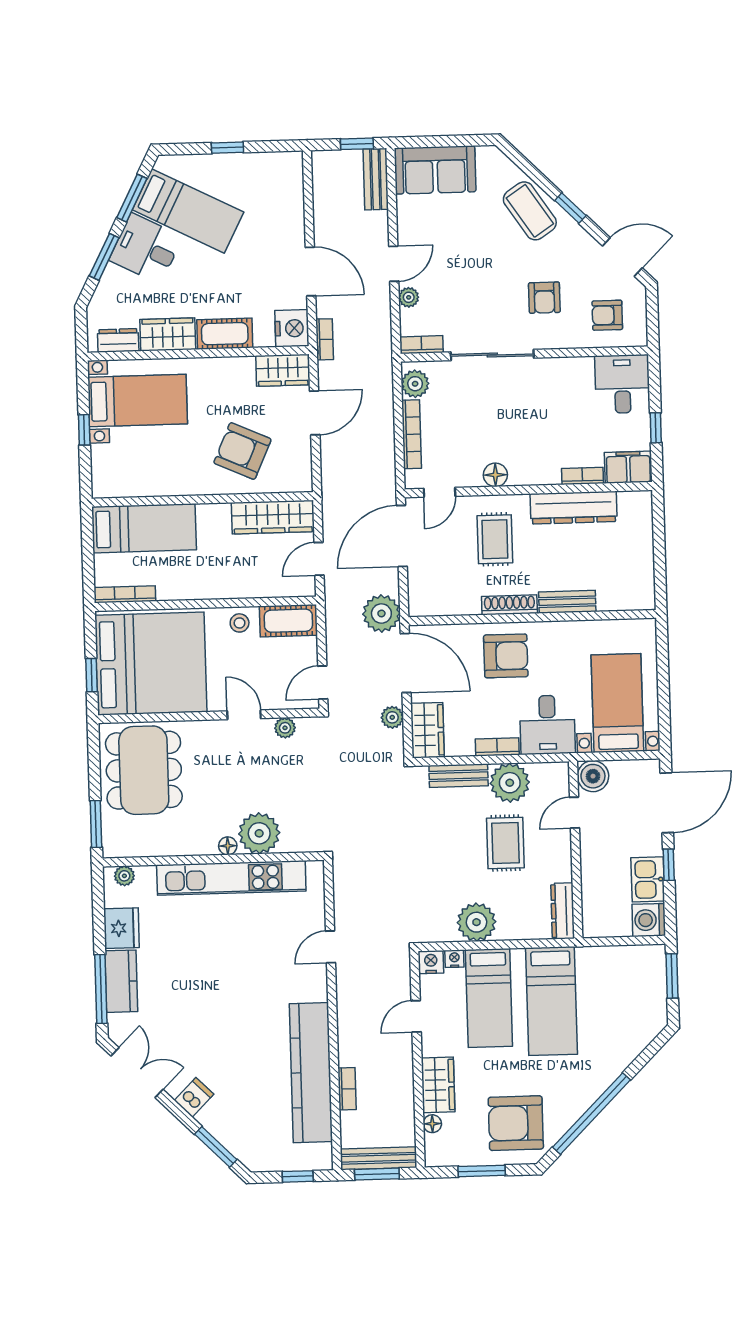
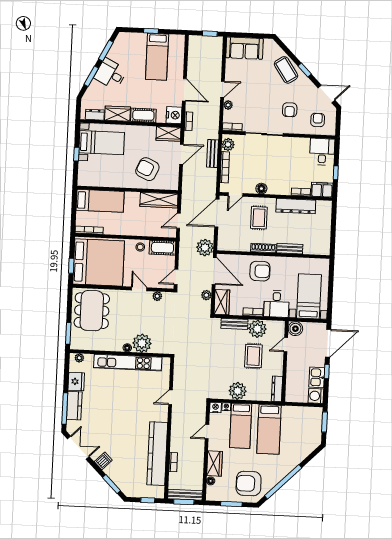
bench: (376, 179) -> (212, 154), moved
bed: (188, 211) -> (157, 57), moved, turned 63
armchair: (607, 315) -> (318, 120), turned 90

